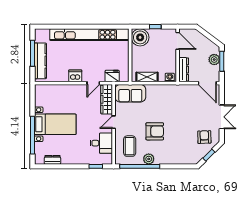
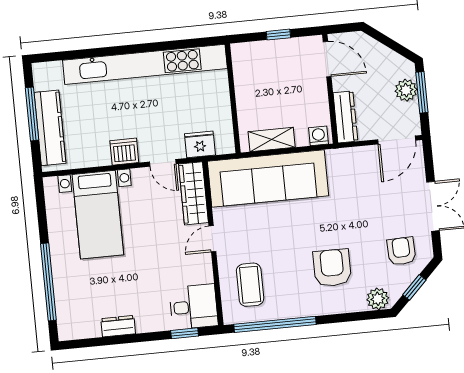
boiler: (140, 37) -> (250, 60), removed
door: (93, 83) -> (163, 163), hinge flipped
door: (207, 83) -> (397, 140), hinge flipped
sofa: (130, 93) -> (268, 179), width x1.85, depth x1.27
bed with nightstands: (55, 124) -> (98, 215), moved, turned 90
armchair: (155, 131) -> (332, 268), moved, turned -90
desk: (101, 143) -> (194, 307), moved
plant: (149, 159) -> (378, 299), moved
dresser: (52, 160) -> (118, 326), moved

